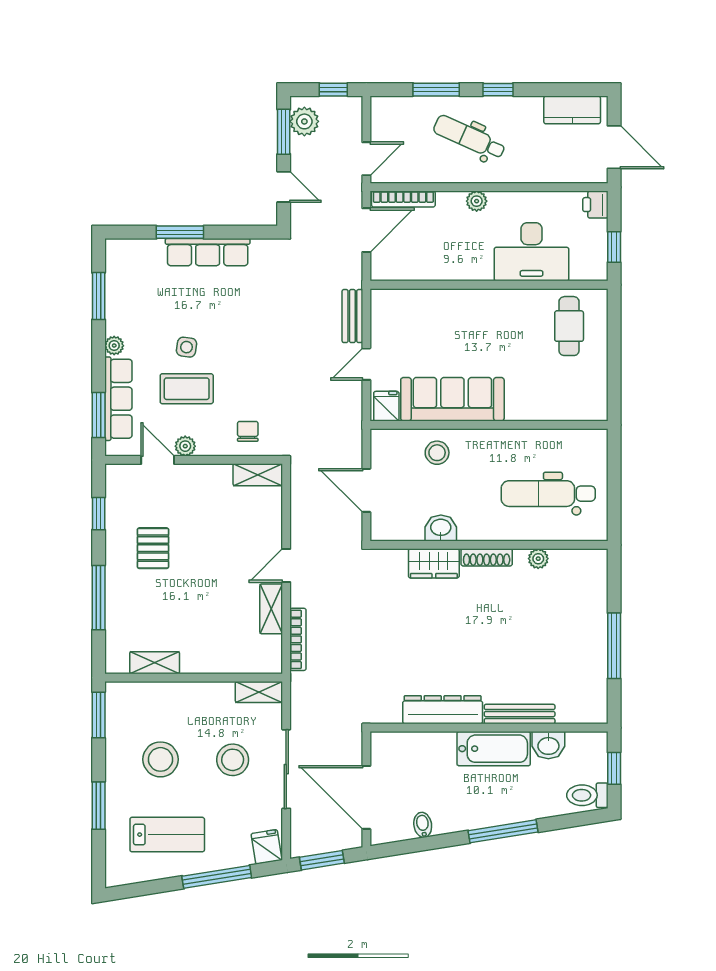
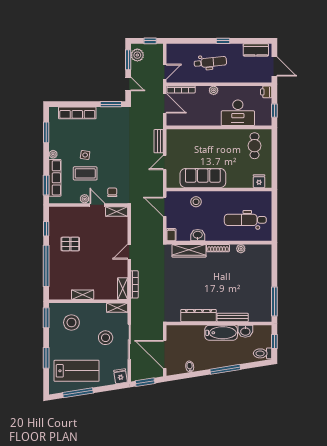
window: (436, 90) -> (196, 41), removed
dental chair: (469, 137) -> (210, 62), turned 150
door: (366, 230) -> (165, 103), hinge flipped
window: (180, 232) -> (111, 104), moved
row of seats: (208, 252) -> (77, 113), moved
fridge: (386, 406) -> (259, 181), moved
door: (158, 460) -> (97, 205), moved
door: (366, 490) -> (165, 207), moved
filing cabinet: (381, 527) -> (171, 235), added
pallet: (153, 548) -> (70, 244), turned 90
wardrobe: (434, 563) -> (189, 251), width x1.50
window: (99, 598) -> (46, 266), width x1.46
shelving: (271, 609) -> (123, 289), moved
window: (614, 646) -> (274, 301), moved
shelving: (155, 663) -> (83, 295), moved
stool: (160, 759) -> (71, 323), moved
lab bench: (167, 835) -> (77, 371), width x1.36, depth x1.39
window: (217, 877) -> (78, 393), moved

